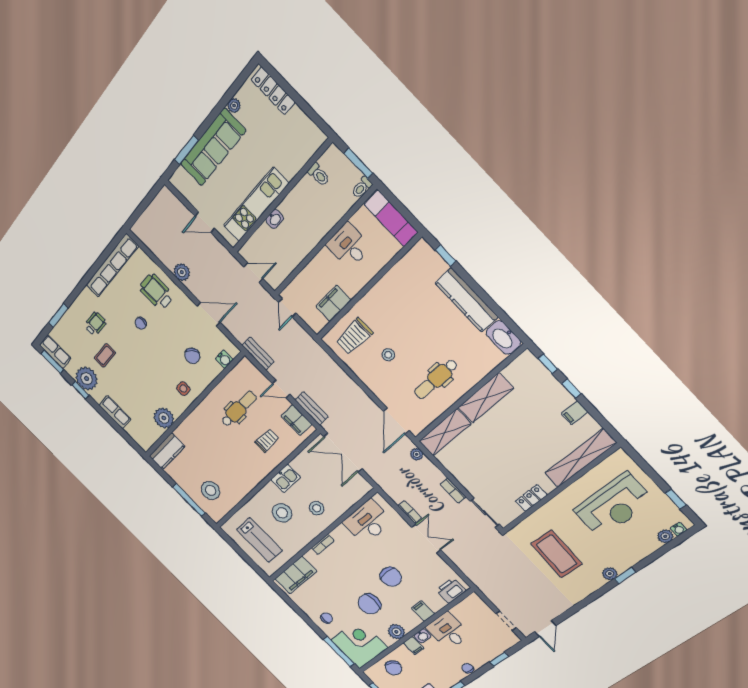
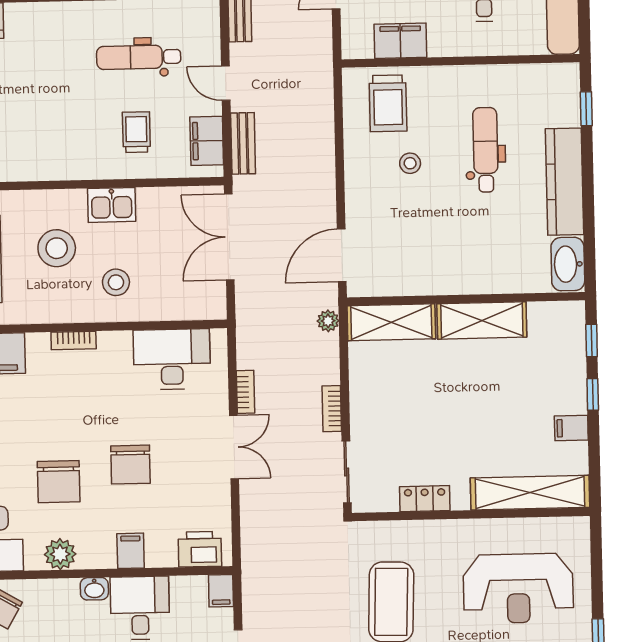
trolley: (354, 337) -> (388, 103), turned -90
dental chair: (436, 379) -> (486, 150), moved, turned 90
dental chair: (239, 409) -> (139, 57), turned 180
trolley: (267, 441) -> (136, 132), turned -90
chair: (369, 604) -> (59, 482), turned -90
filing cabinet: (413, 646) -> (221, 591), moved

